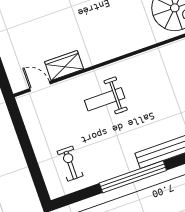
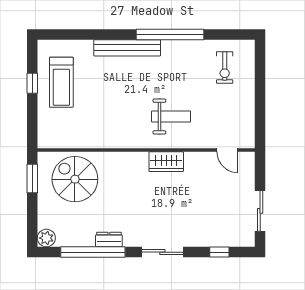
wardrobe: (64, 65) -> (166, 162), moved

